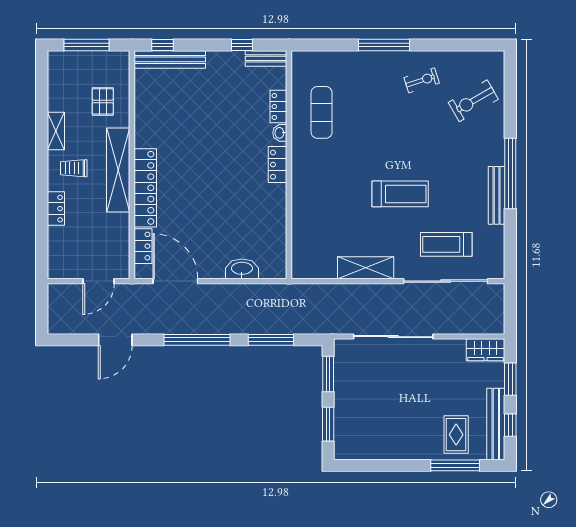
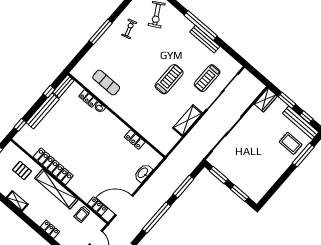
bench: (170, 59) -> (43, 111), moved
locker: (278, 165) -> (135, 139), moved
trolley: (74, 168) -> (82, 214), moved
locker: (145, 188) -> (53, 166), moved

